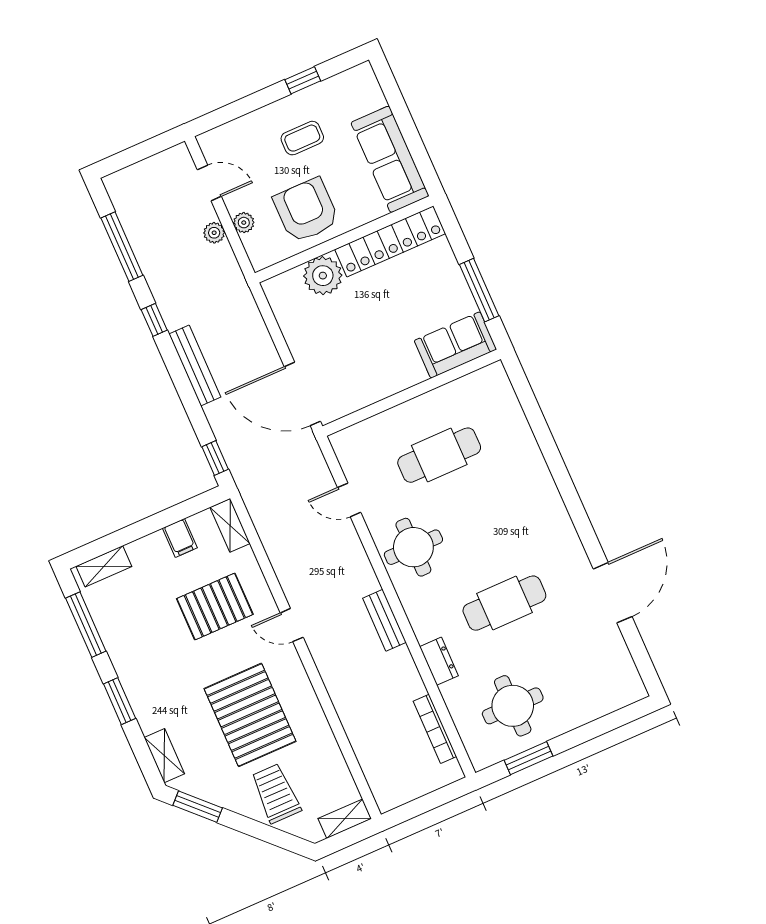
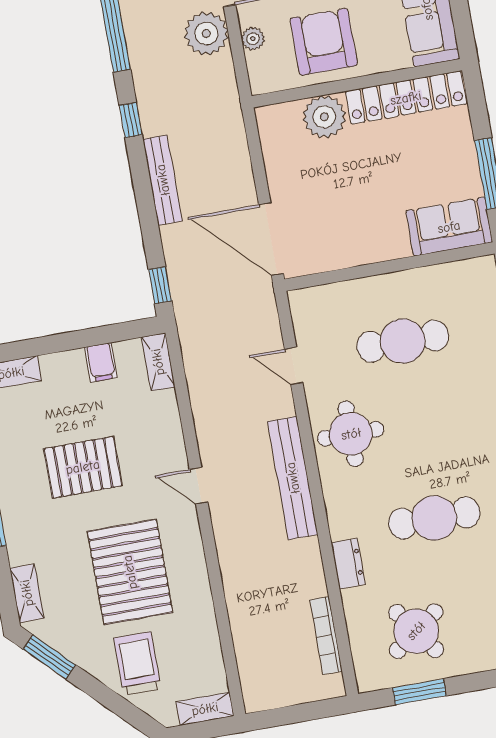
plant: (214, 233) -> (206, 34), width x1.87, depth x1.87
pallet: (215, 607) -> (83, 467), moved
bench: (384, 620) -> (293, 478), width x1.86, depth x1.21
round table: (513, 706) -> (416, 631), turned -36

